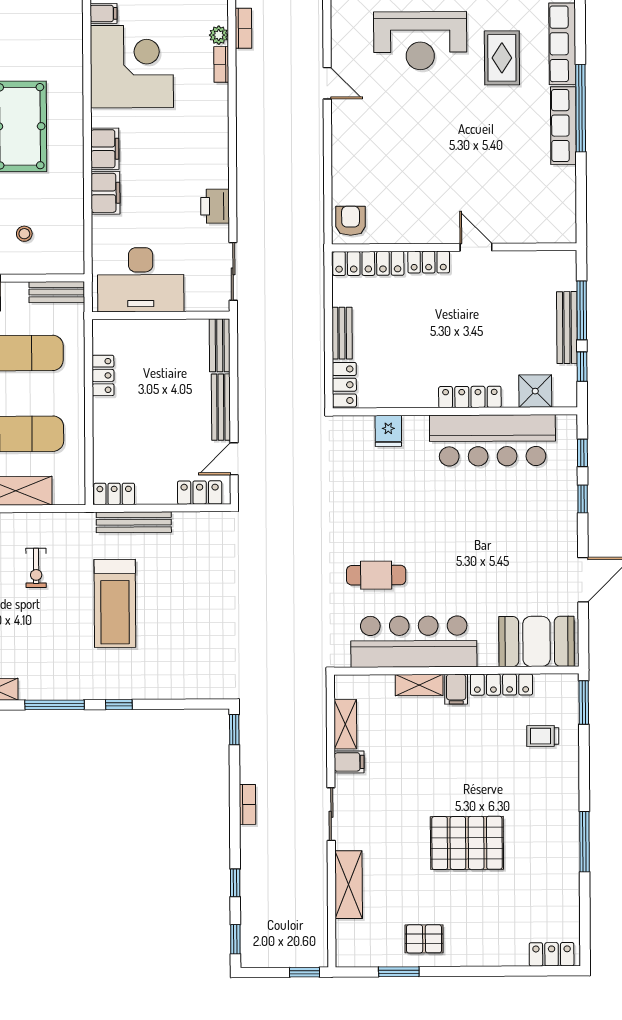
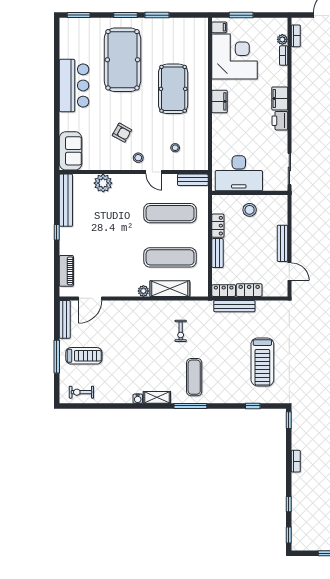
filing cabinet: (105, 193) -> (280, 99), moved, turned 180
printer: (215, 206) -> (280, 121), moved
bench: (220, 345) -> (217, 253), moved
stool: (161, 346) -> (250, 210), added
door: (234, 459) -> (289, 272), swing flipped
locker: (200, 493) -> (249, 290), moved
treadmill: (115, 603) -> (262, 362), moved
exercise mat: (61, 652) -> (194, 377), added
window: (119, 704) -> (253, 406), moved

